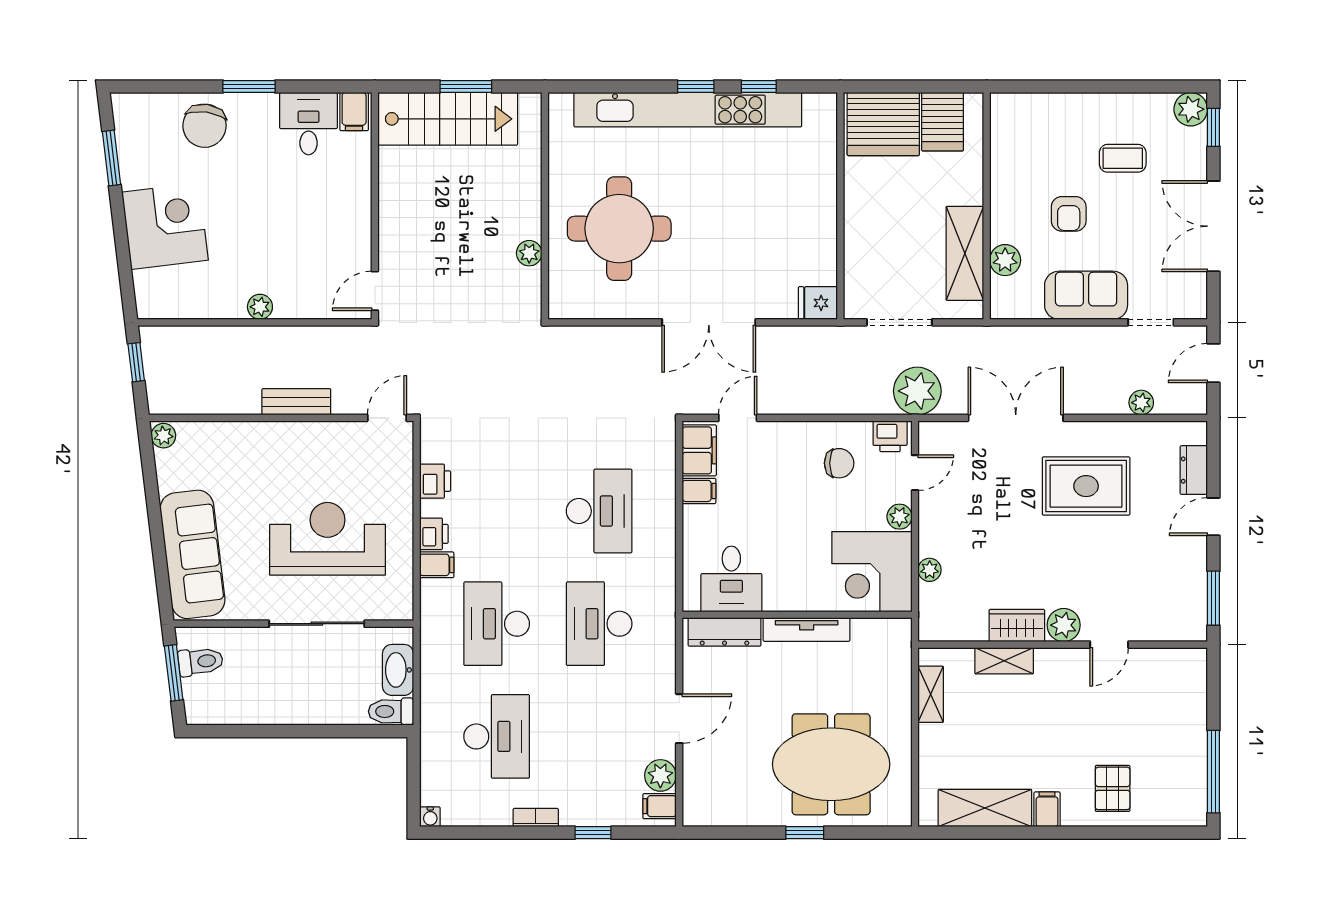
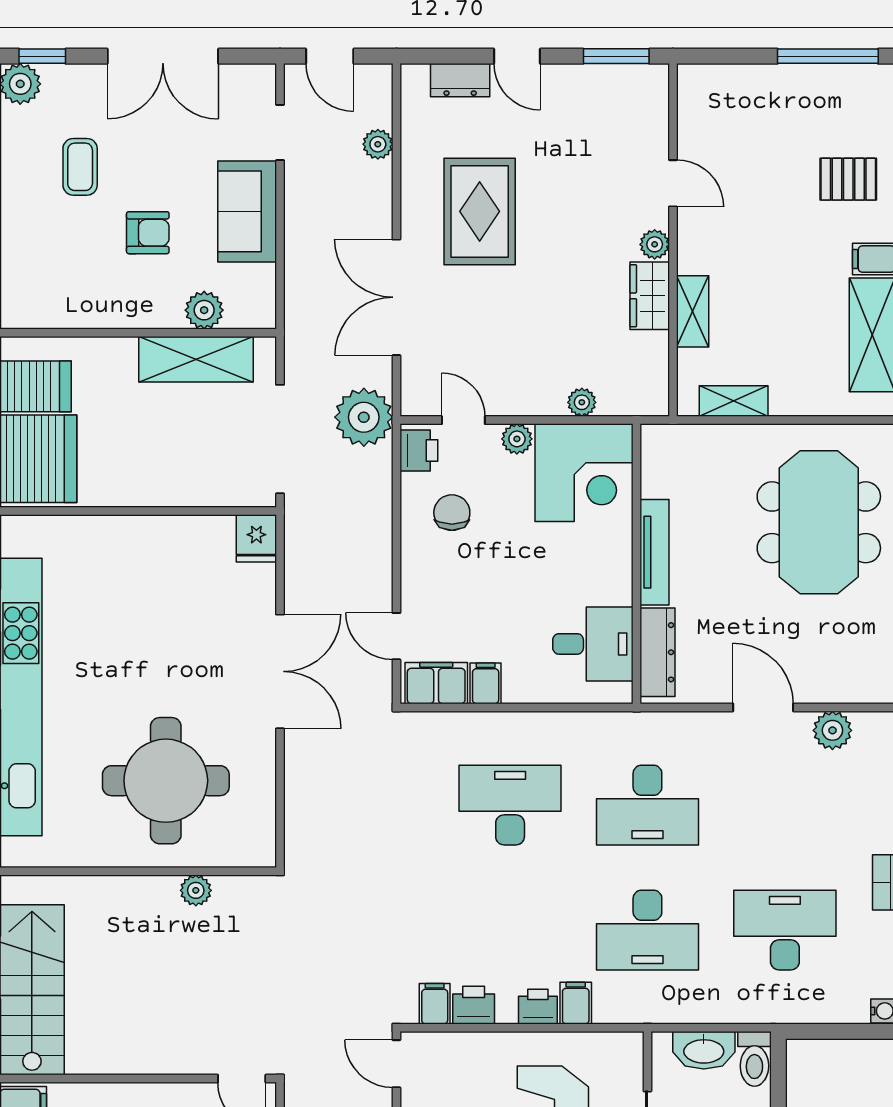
doorway: (899, 322) -> (280, 439), width x1.36
plant: (1064, 625) -> (655, 244), width x0.73, depth x0.73
filing cabinet: (660, 806) -> (435, 1004), moved, turned 180

